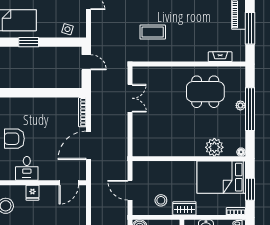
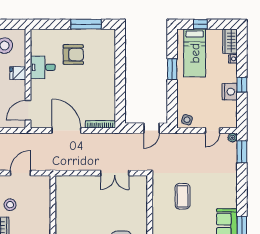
side table: (67, 29) -> (187, 120), moved
armchair: (14, 139) -> (73, 55), turned 90
door: (69, 183) -> (28, 110), hinge flipped

